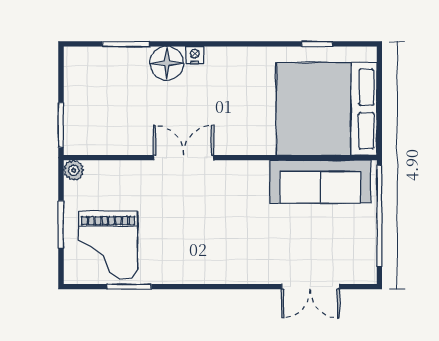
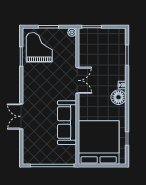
floor lamp: (167, 63) -> (118, 97), moved
sofa: (320, 182) -> (67, 123), moved
grand piano: (108, 245) -> (39, 47), turned 90
double door: (310, 287) -> (21, 116), moved

